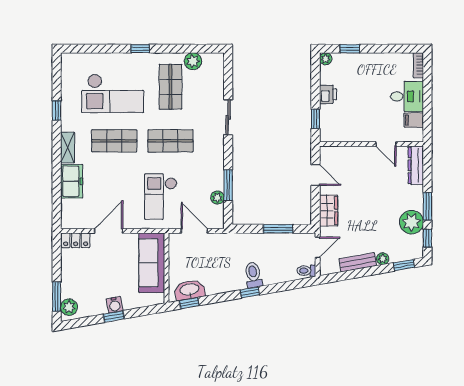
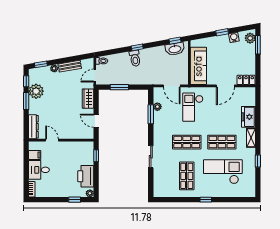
plant: (193, 61) -> (173, 192), removed
printer: (328, 94) -> (86, 176), width x1.87, depth x1.48
checkout: (161, 197) -> (193, 107), turned 180
water cooler: (115, 305) -> (234, 37), moved

